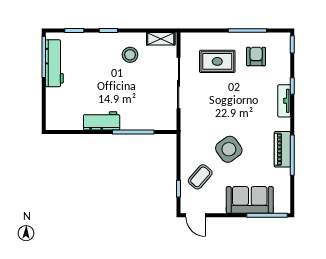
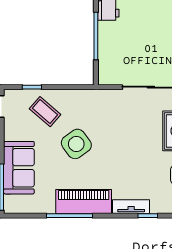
piano: (282, 149) -> (84, 202), width x1.37, depth x1.33

